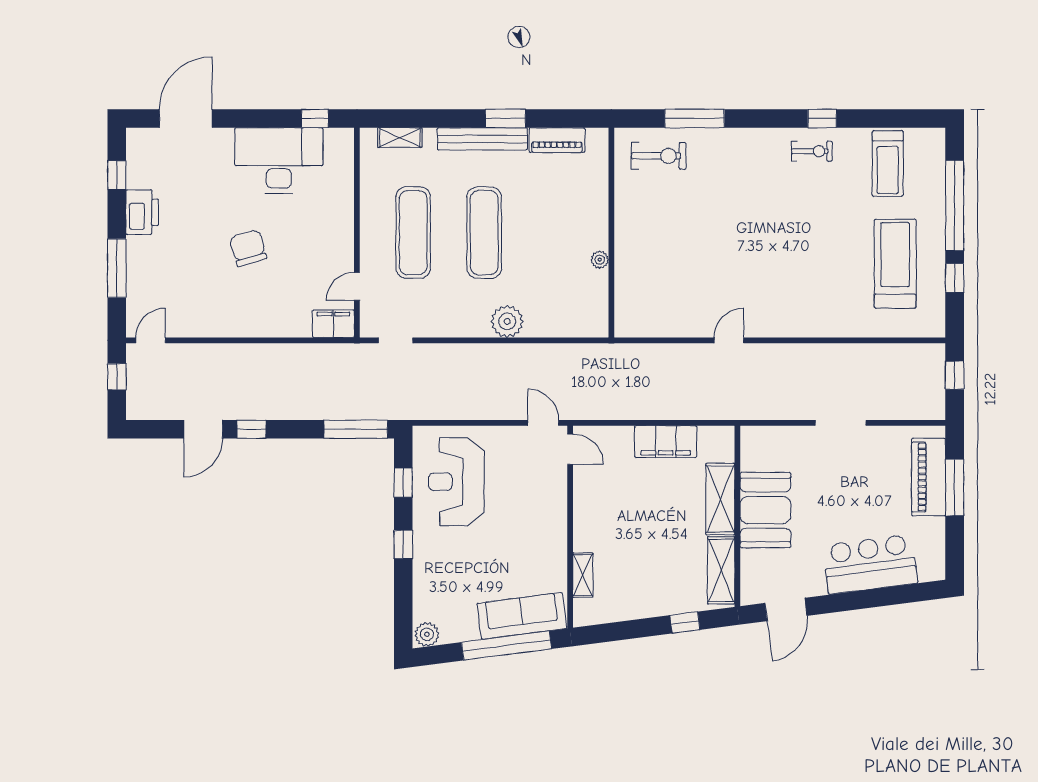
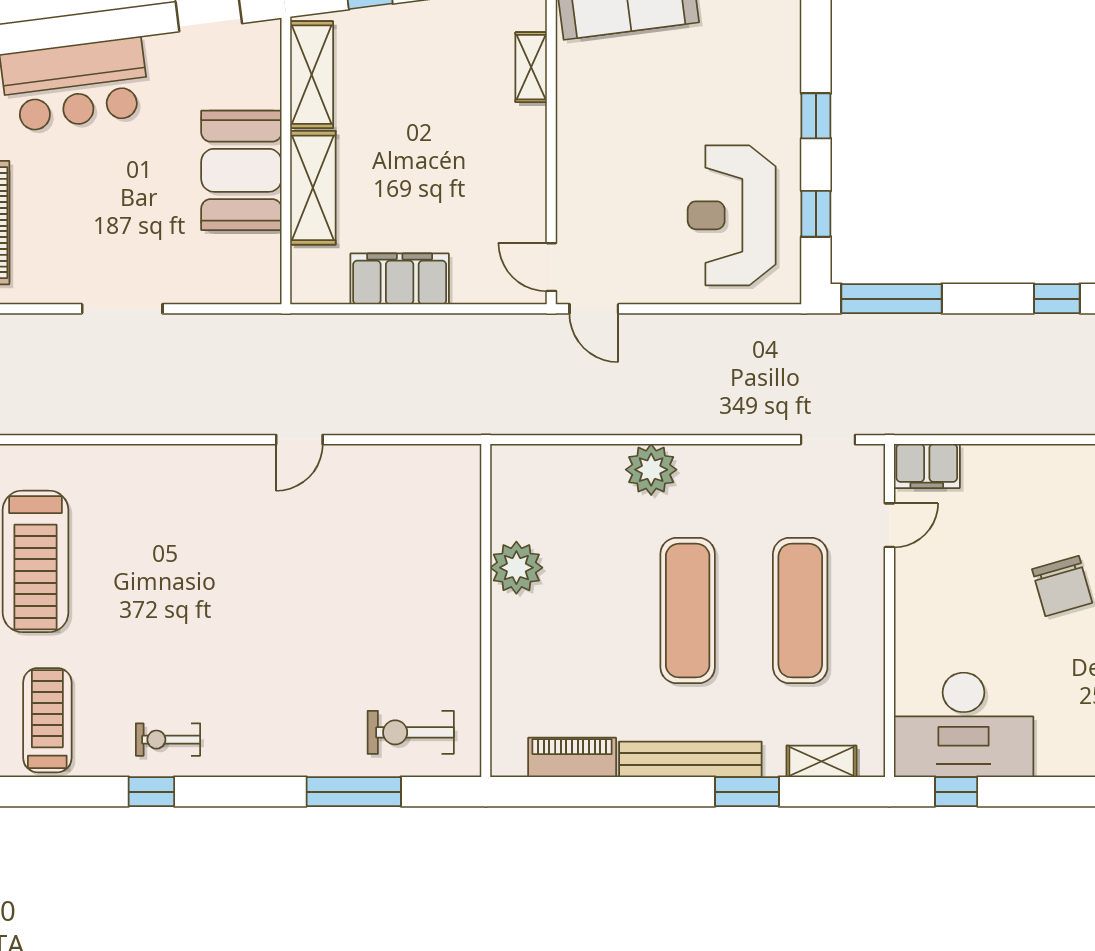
window: (505, 118) -> (747, 792), moved
desk: (279, 161) -> (964, 725), moved
plant: (600, 260) -> (516, 568), width x1.88, depth x1.88
reception desk: (456, 482) -> (732, 215), turned 180

